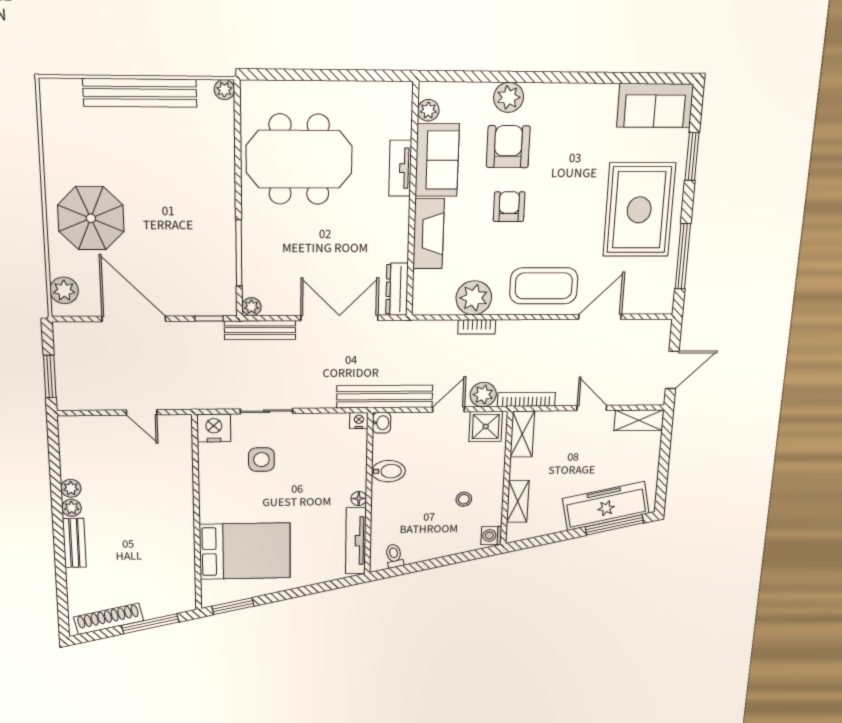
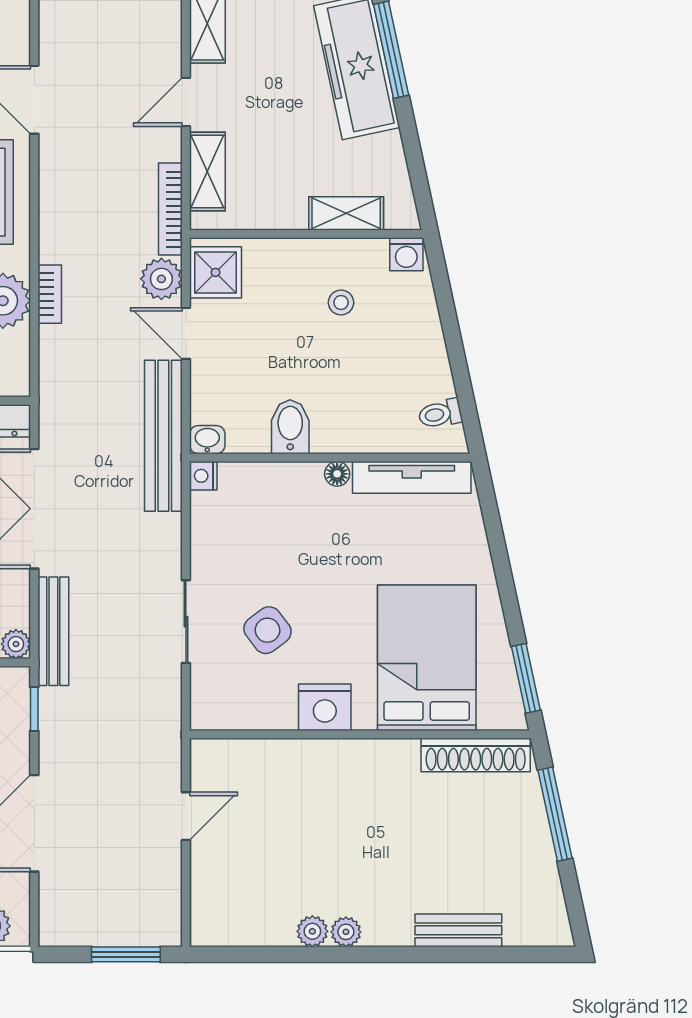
nightstand: (214, 428) -> (325, 707), moved, turned -90
shelving: (522, 434) -> (207, 172), moved, turned 90
side table: (261, 460) -> (267, 630), turned -37
bench: (74, 543) -> (458, 930), moved
shoe rack: (109, 619) -> (476, 755), moved, turned -78

